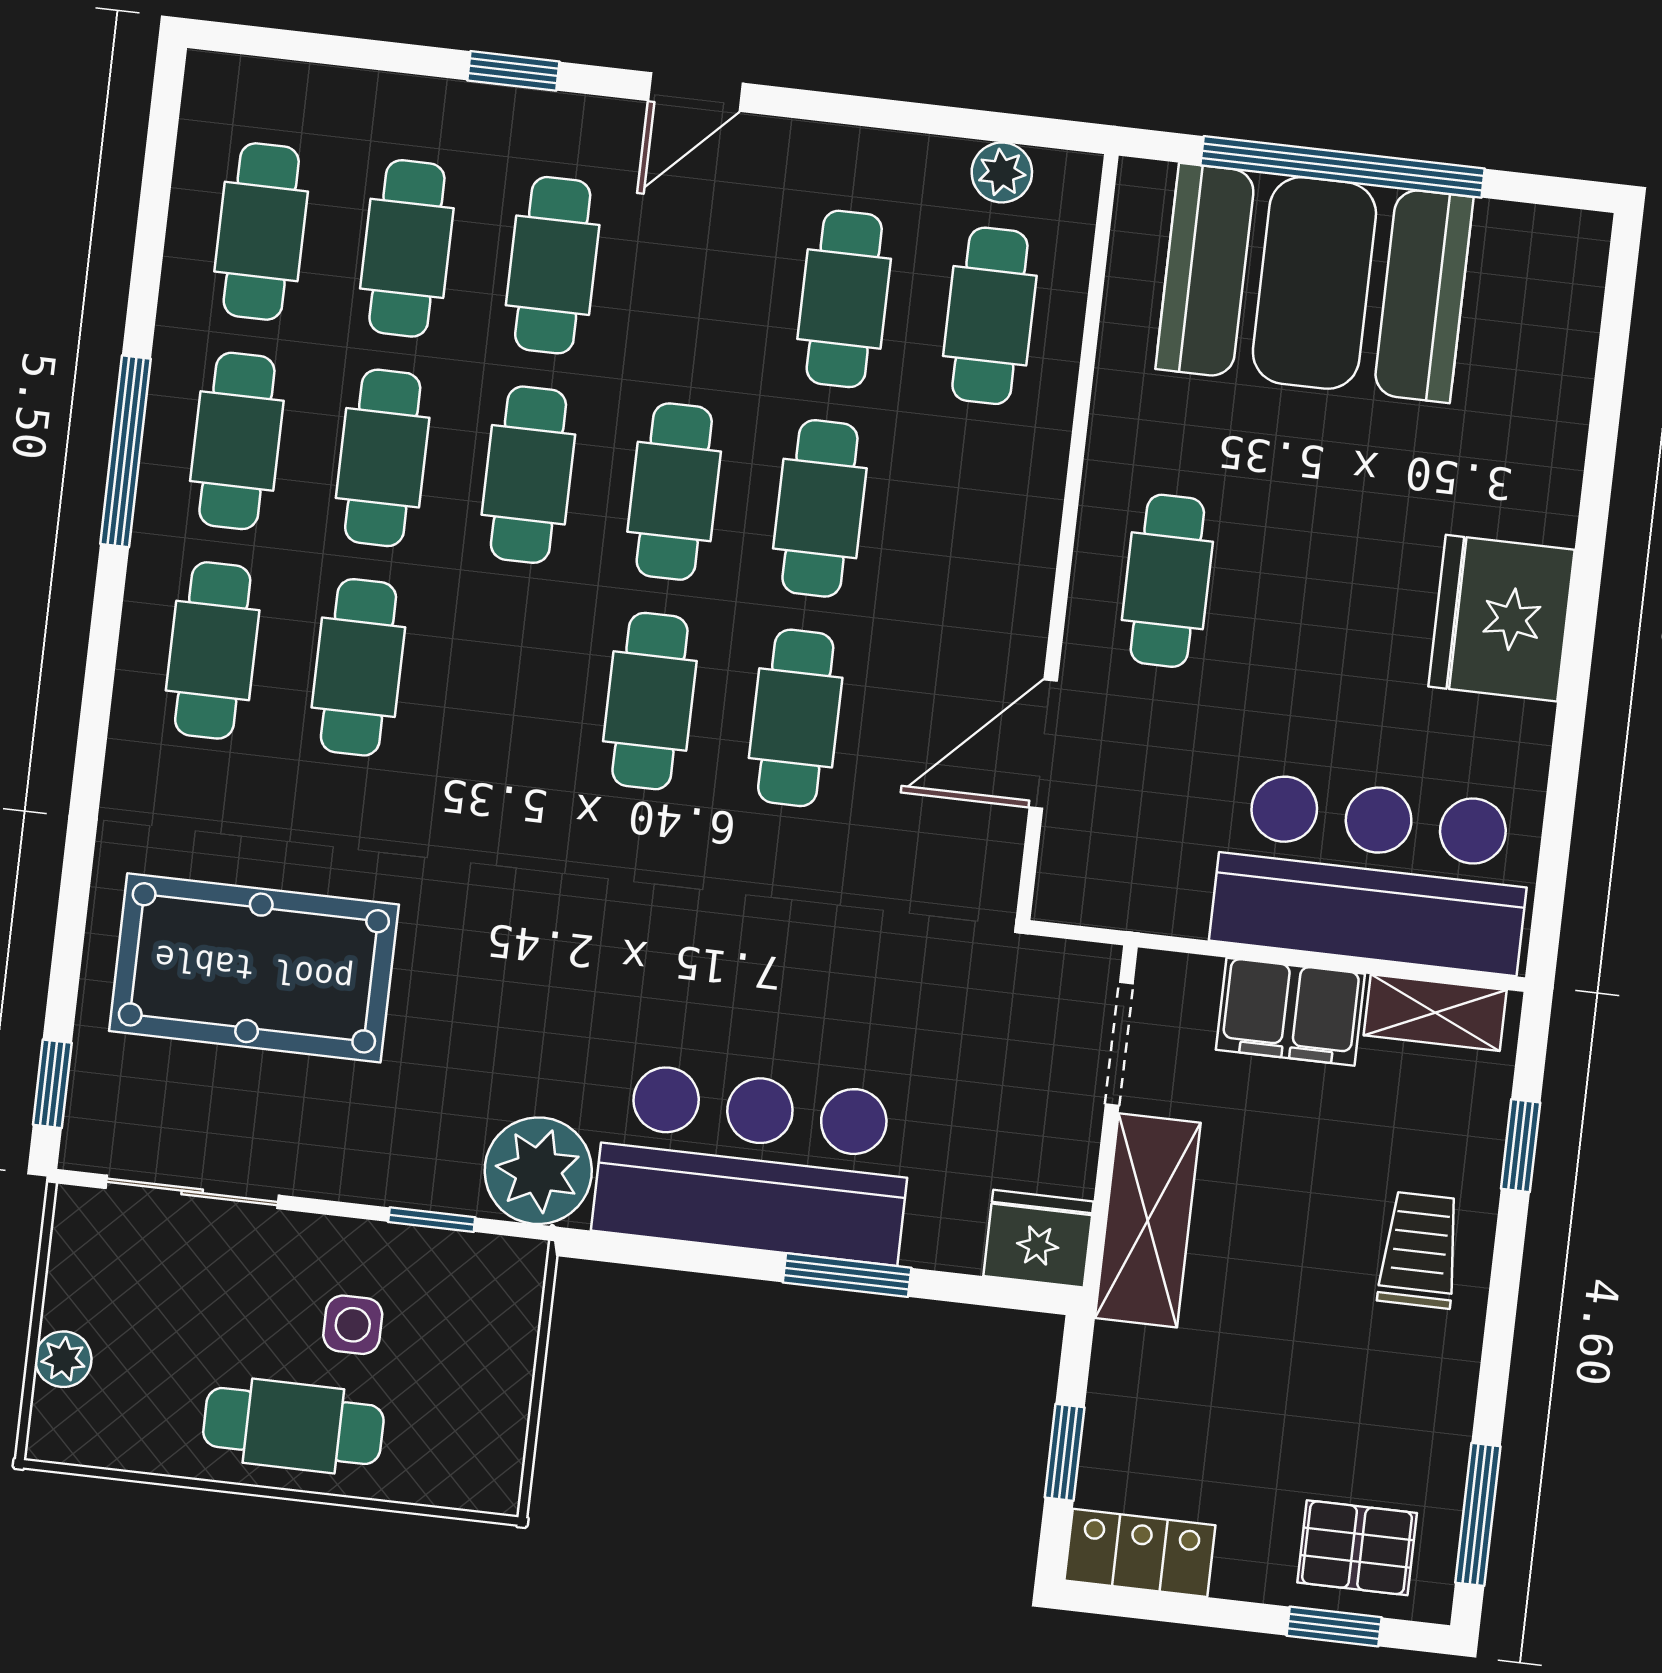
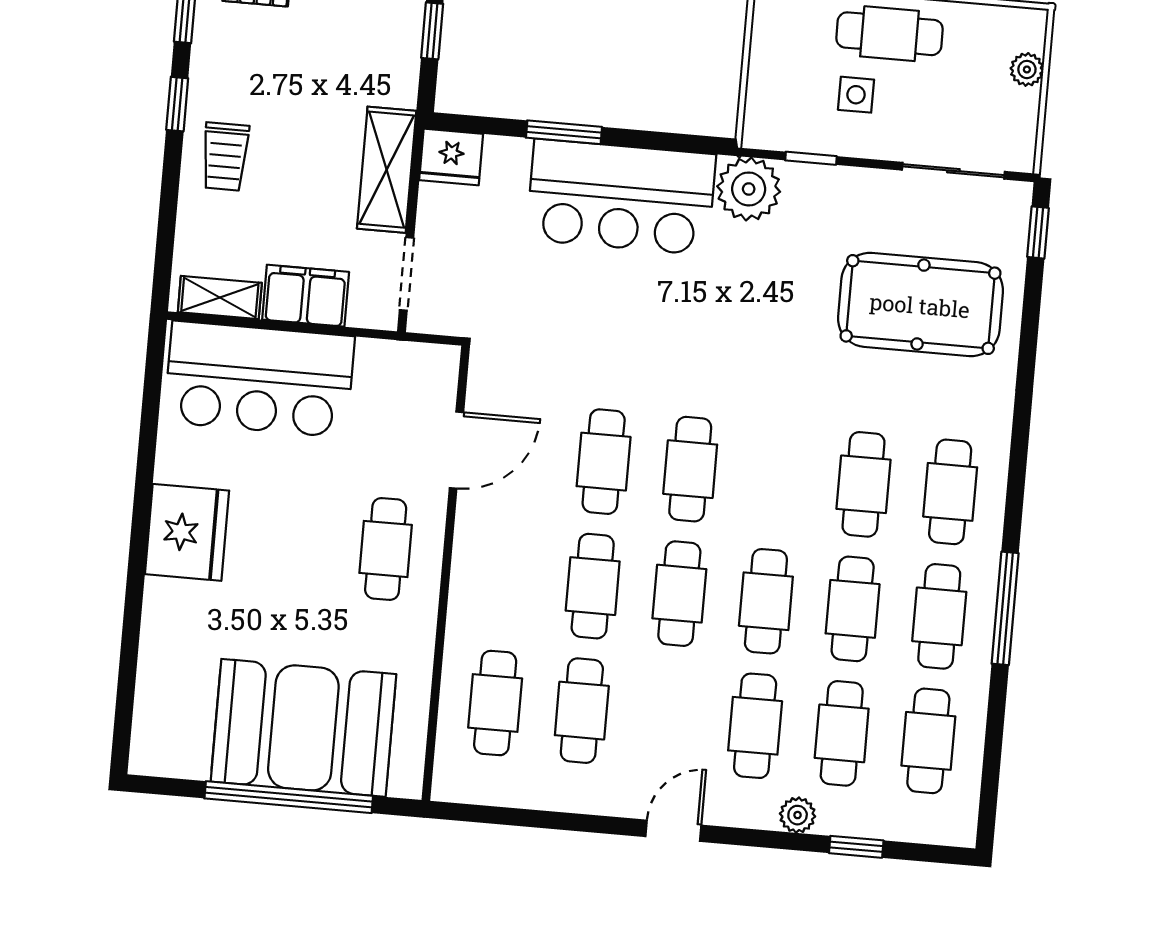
window: (513, 71) -> (856, 847), moved
plant: (1002, 172) -> (798, 815), moved
window: (1521, 1146) -> (177, 104), moved

